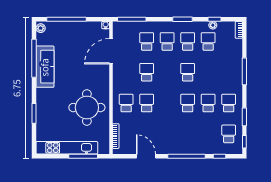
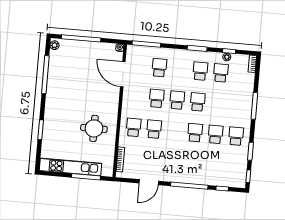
school desk: (167, 41) -> (177, 100), moved
door: (111, 51) -> (123, 74), hinge flipped
sofa: (45, 67) -> (56, 84), removed
round table: (87, 108) -> (94, 128), width x0.73, depth x0.73
school desk: (229, 134) -> (233, 167), removed
door: (146, 156) -> (149, 182), swing flipped

